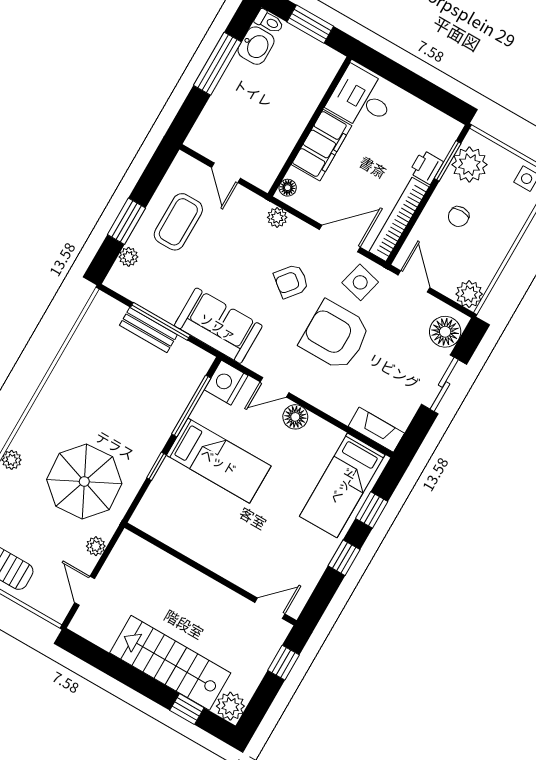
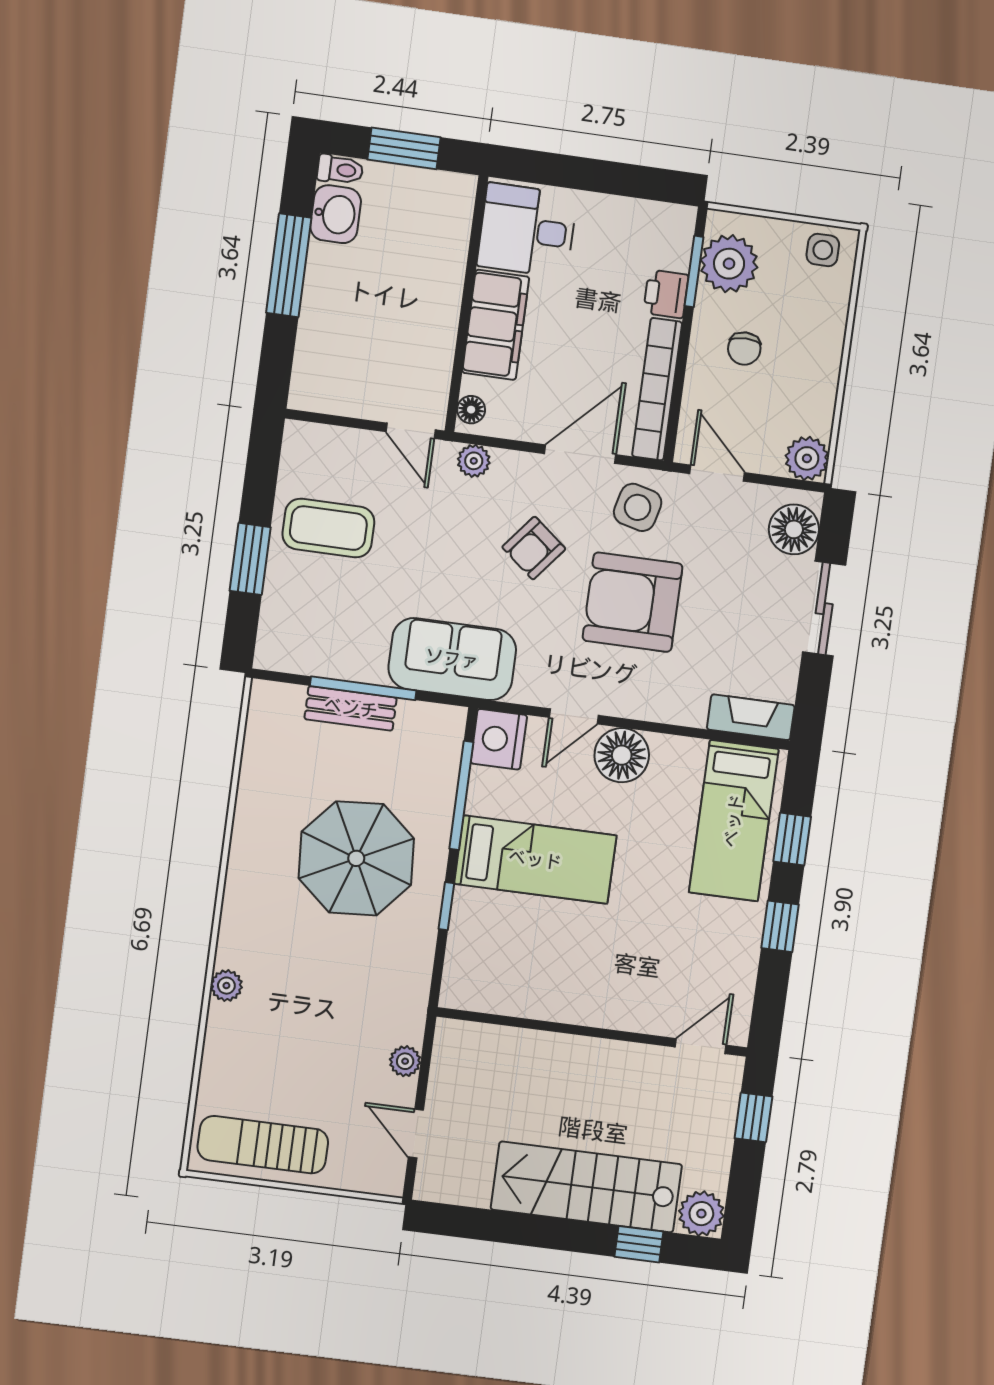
door: (226, 173) -> (411, 431), moved
coffee table: (178, 222) -> (328, 528), turned 90
plant: (129, 257) -> (275, 611), removed
floor lamp: (295, 417) -> (622, 755), width x1.38, depth x1.38
parasol: (84, 481) -> (356, 858), moved

